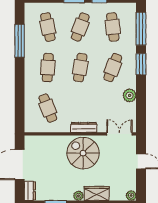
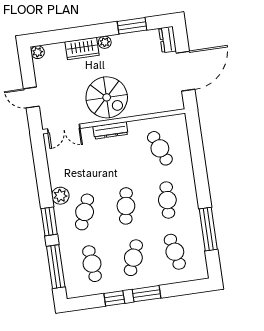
plant: (130, 95) -> (60, 196), moved

